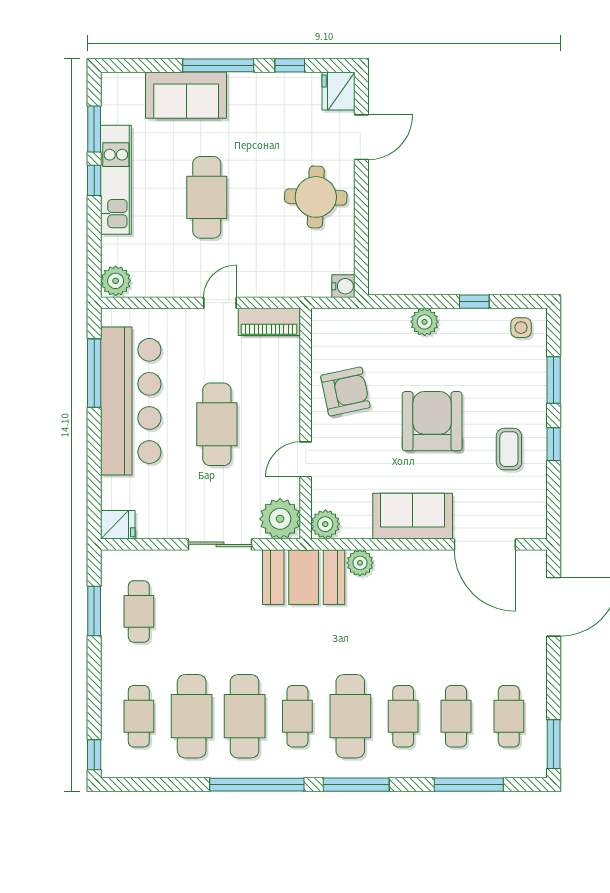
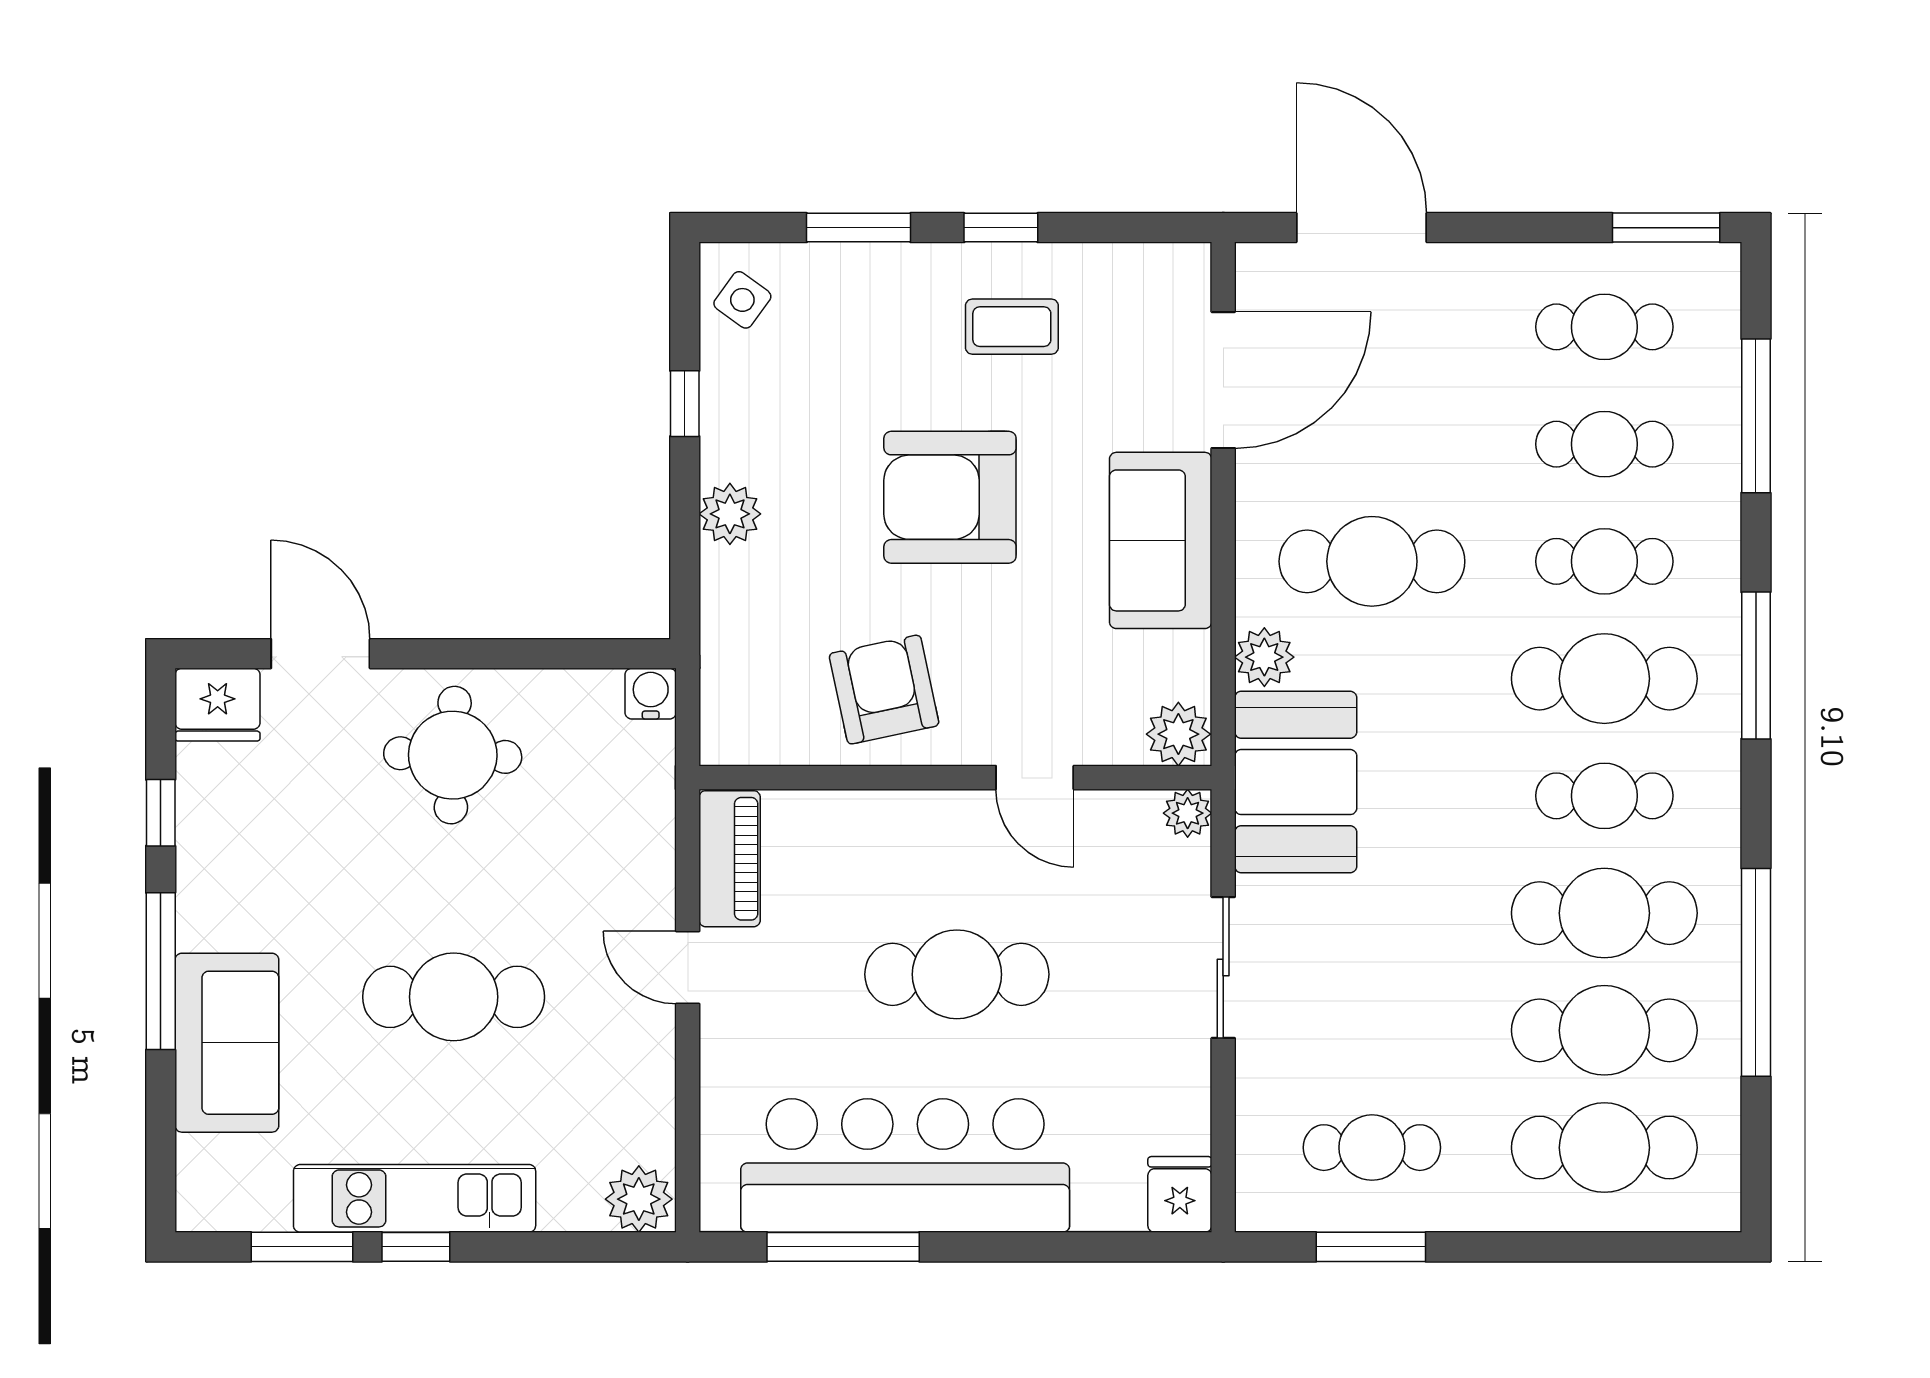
side table: (521, 328) -> (742, 300), turned 36
plant: (280, 519) -> (1188, 813), width x0.53, depth x0.53
cafe table: (403, 611) -> (1372, 561), added
cafe table: (139, 716) -> (1604, 1148), width x1.37, depth x1.35
window: (94, 755) -> (1690, 1247), removed
window: (257, 785) -> (1756, 972), moved

